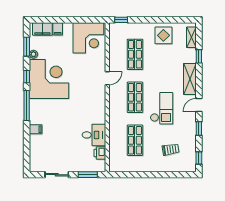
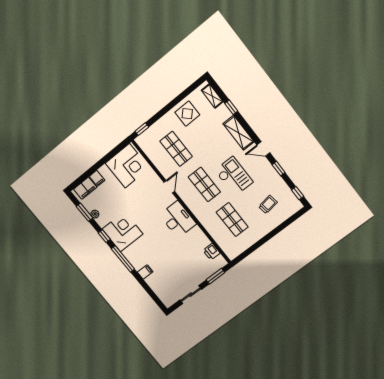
corner desk: (49, 79) -> (122, 232), width x0.74, depth x0.74
door: (199, 105) -> (263, 149), hinge flipped
desk: (94, 135) -> (178, 219), moved, width x1.37

